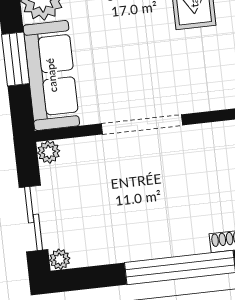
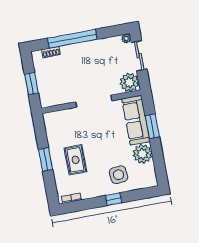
plant: (49, 152) -> (129, 82), width x1.88, depth x1.88

